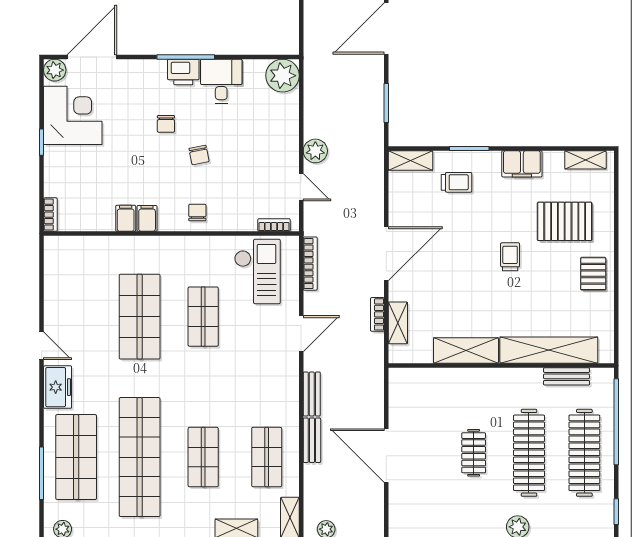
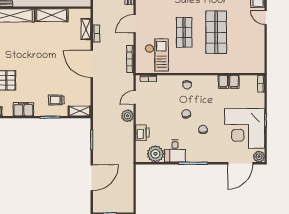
printer: (183, 72) -> (142, 133), moved, turned 90
plant: (283, 76) -> (155, 154), moved
corner desk: (73, 115) -> (245, 128), width x1.36, depth x1.36
door: (301, 187) -> (135, 98), hinge flipped
filing cabinet: (147, 218) -> (234, 82), moved
door: (386, 254) -> (92, 64), hinge flipped
trolley: (510, 257) -> (29, 62), removed
checkout: (257, 271) -> (157, 55), turned 180

